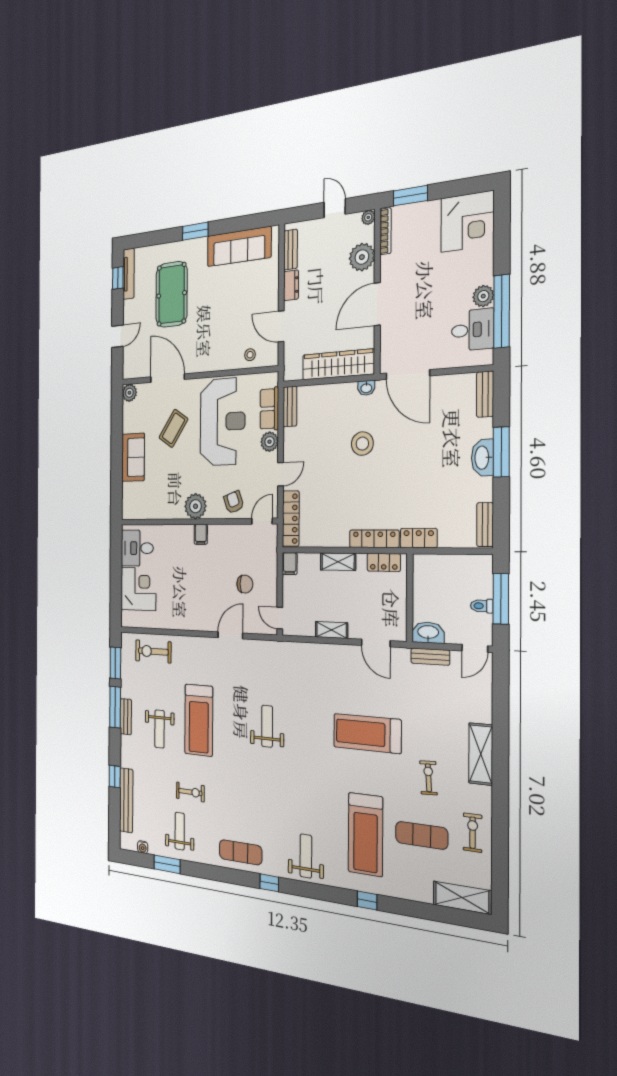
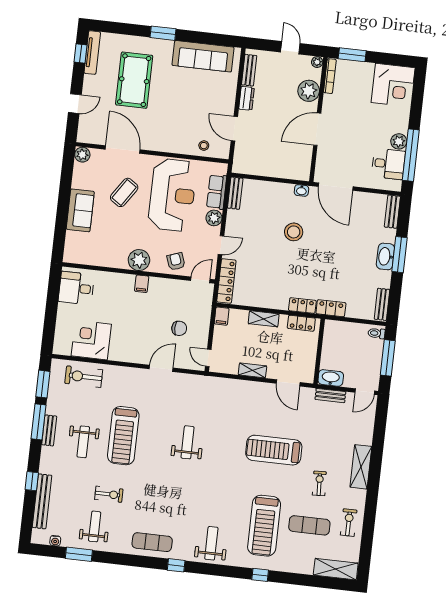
wardrobe: (338, 364) -> (280, 168), removed
locker: (374, 539) -> (302, 306), width x0.66
corner desk: (138, 589) -> (91, 340), moved, turned -90
toilet: (482, 606) -> (376, 333), moved

